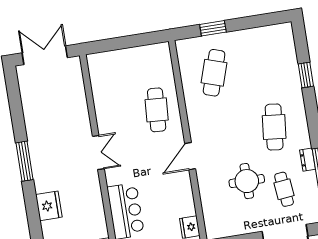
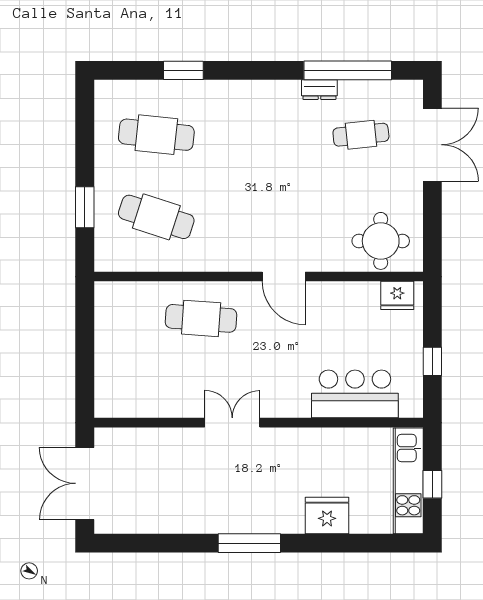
cafe table: (274, 127) -> (156, 135), moved
double door: (98, 152) -> (232, 423), moved
round table: (247, 181) -> (381, 241), moved

